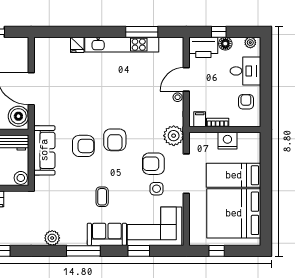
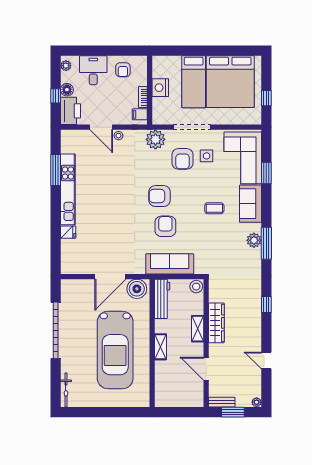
armchair: (246, 102) -> (123, 70), turned -90
armchair: (115, 140) -> (159, 196), turned 180
plant: (52, 238) -> (254, 240), moved
window: (83, 251) -> (266, 243), moved

